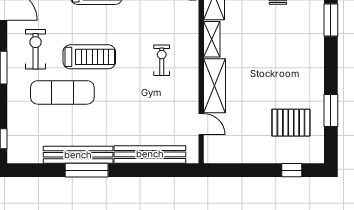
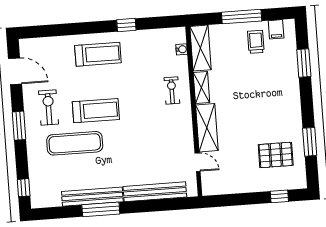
exercise bike: (162, 60) -> (172, 90), moved

